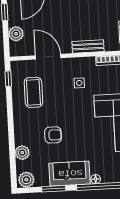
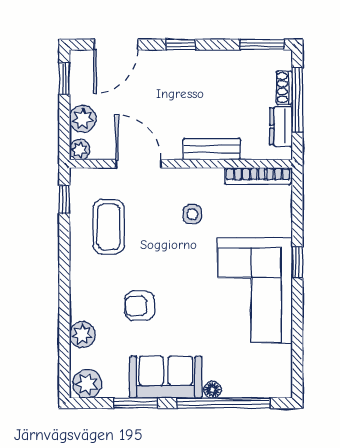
plant: (15, 51) -> (80, 150), added
armchair: (53, 135) -> (140, 306), turned 180

